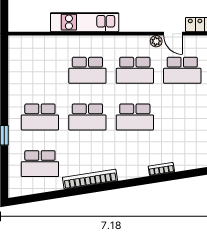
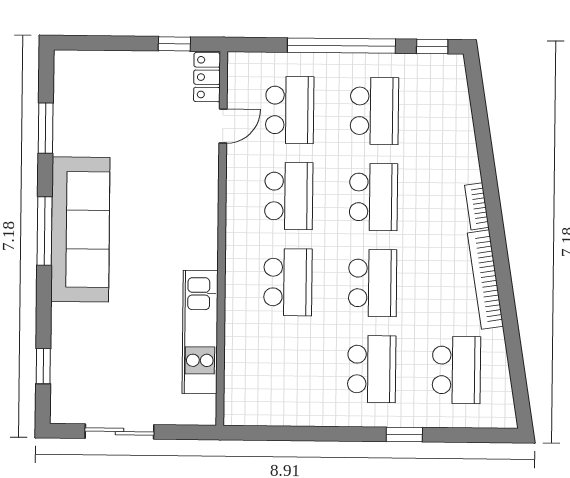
kitchen unit: (85, 22) -> (200, 332), moved
plant: (156, 41) -> (237, 157), removed
school desk: (182, 117) -> (374, 111), added
bookcase: (161, 169) -> (477, 206), moved

